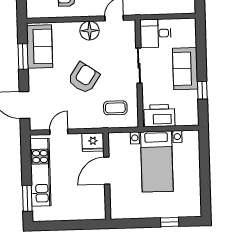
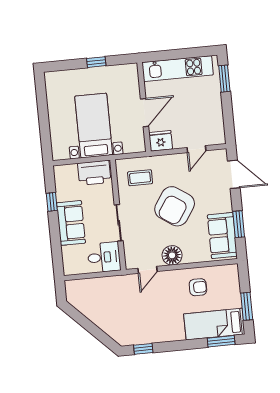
armchair: (84, 78) -> (175, 206), width x1.36, depth x1.36
kitchen unit: (40, 172) -> (178, 69), moved, turned -90
window: (170, 222) -> (96, 62), moved

